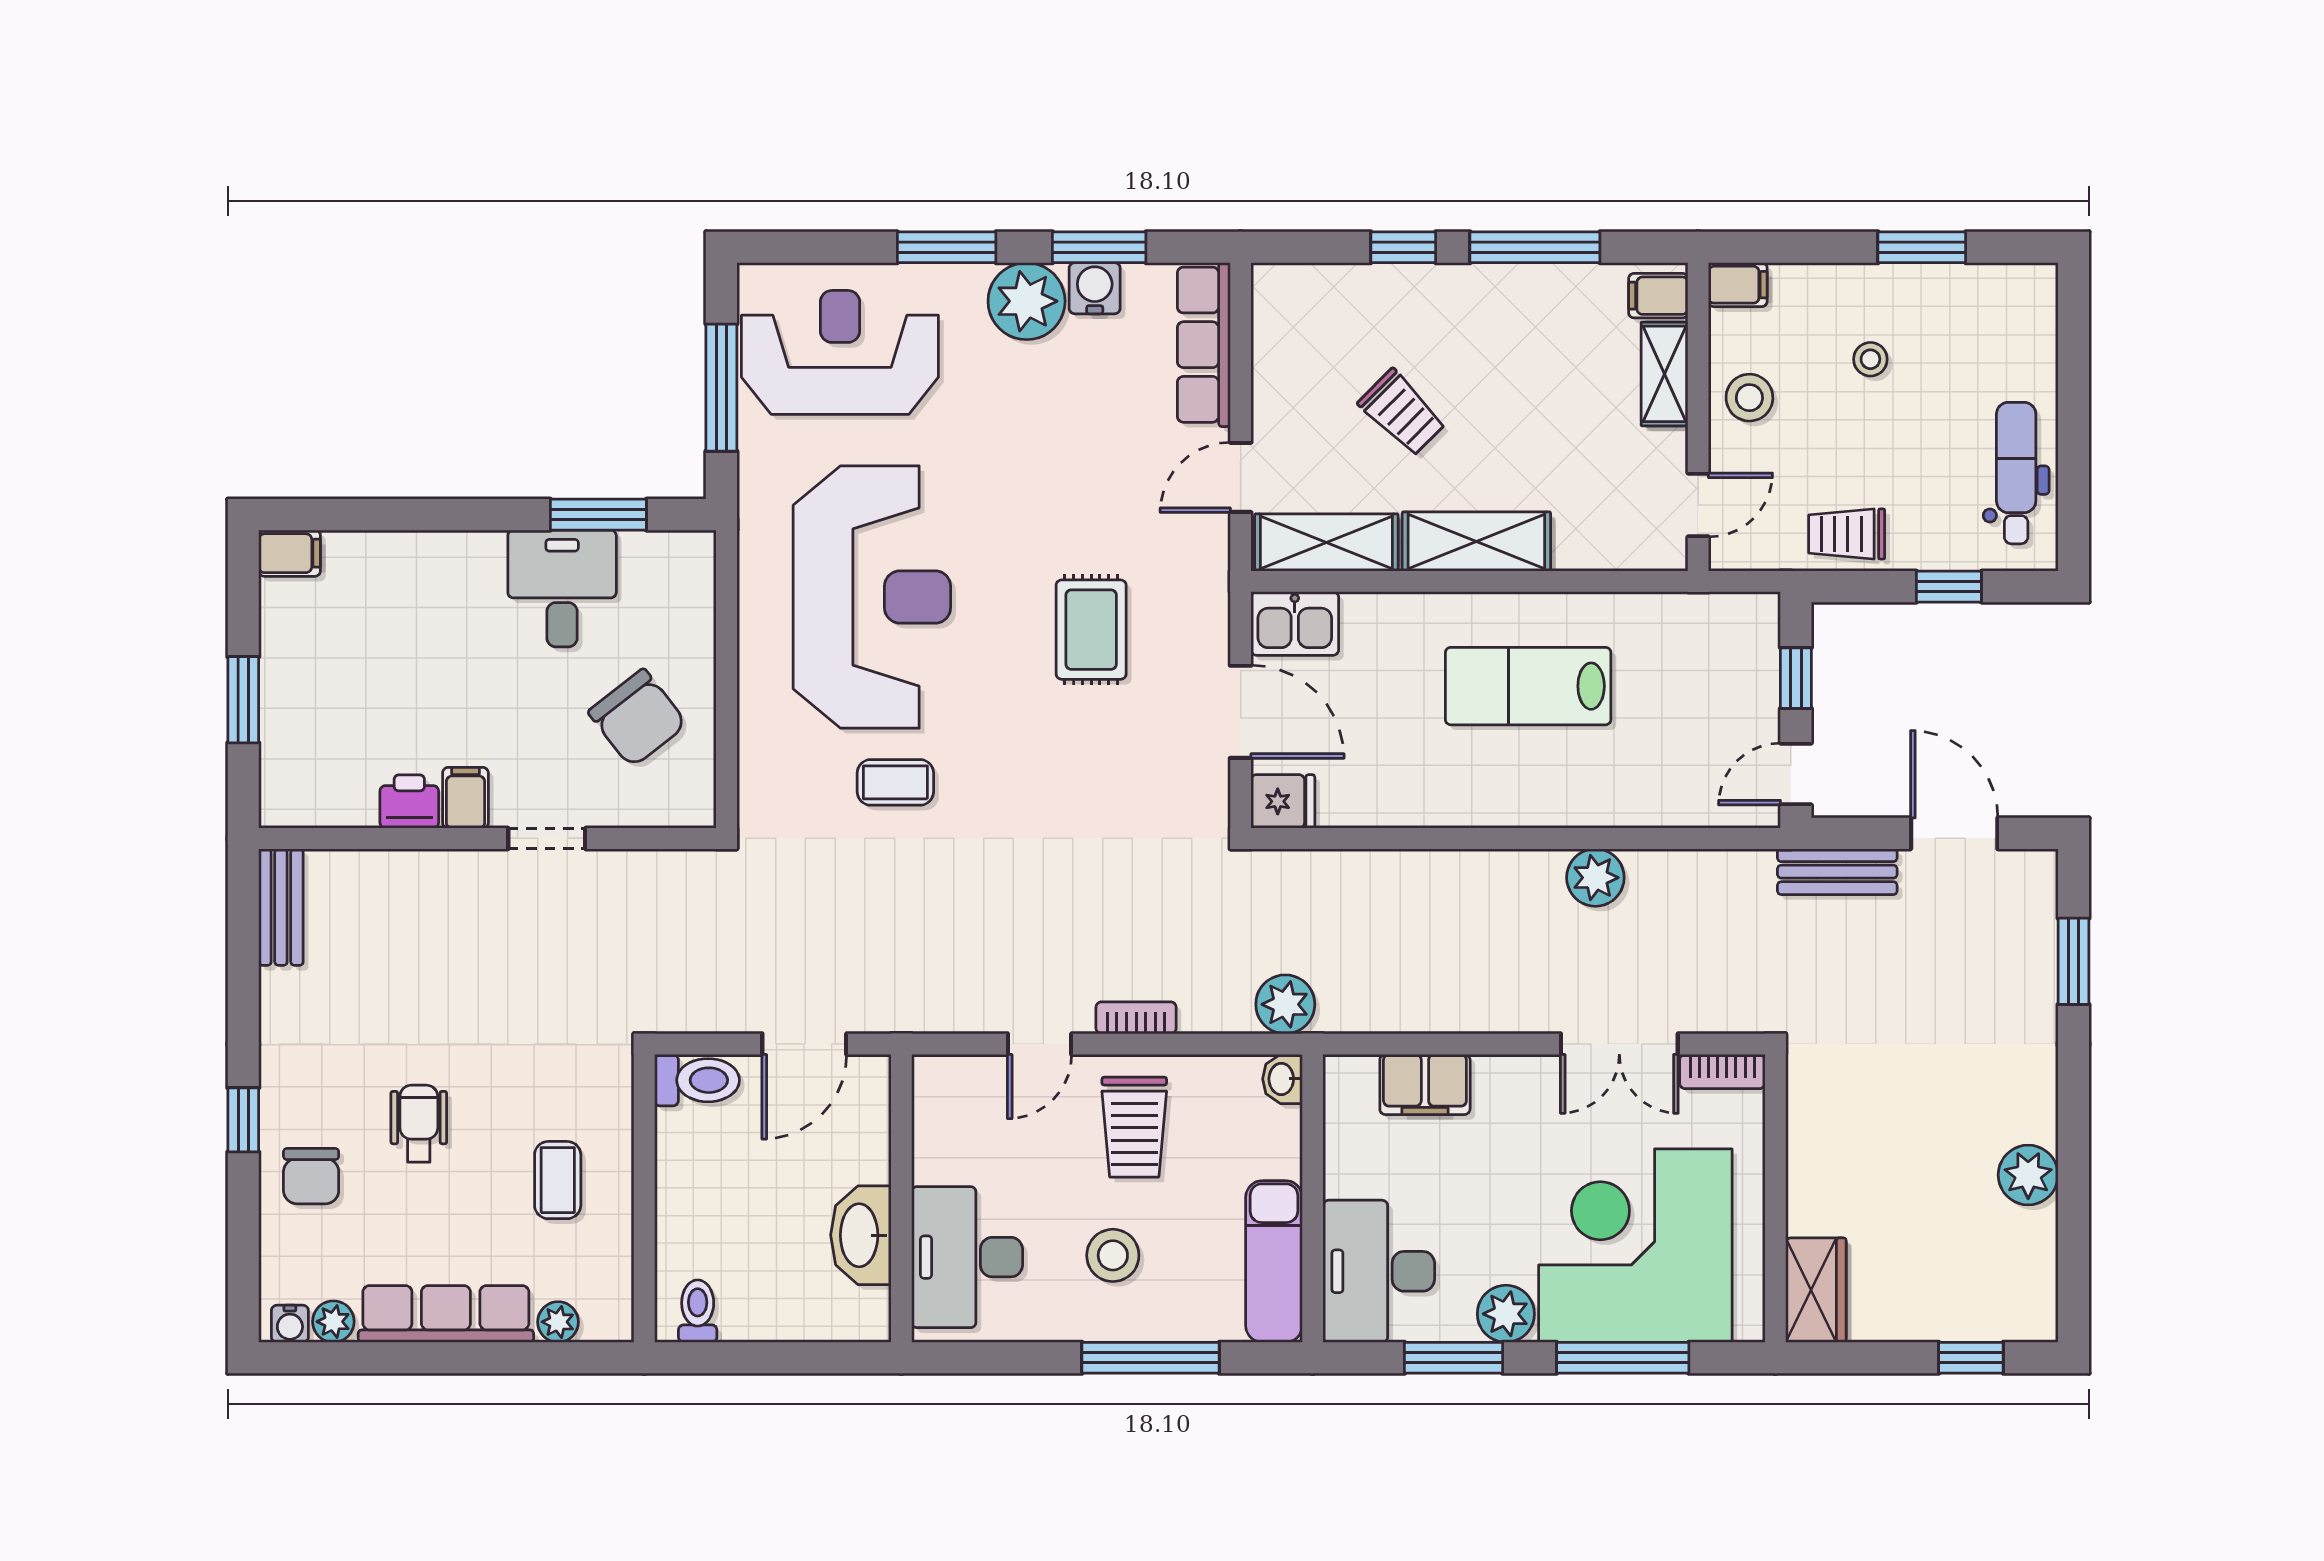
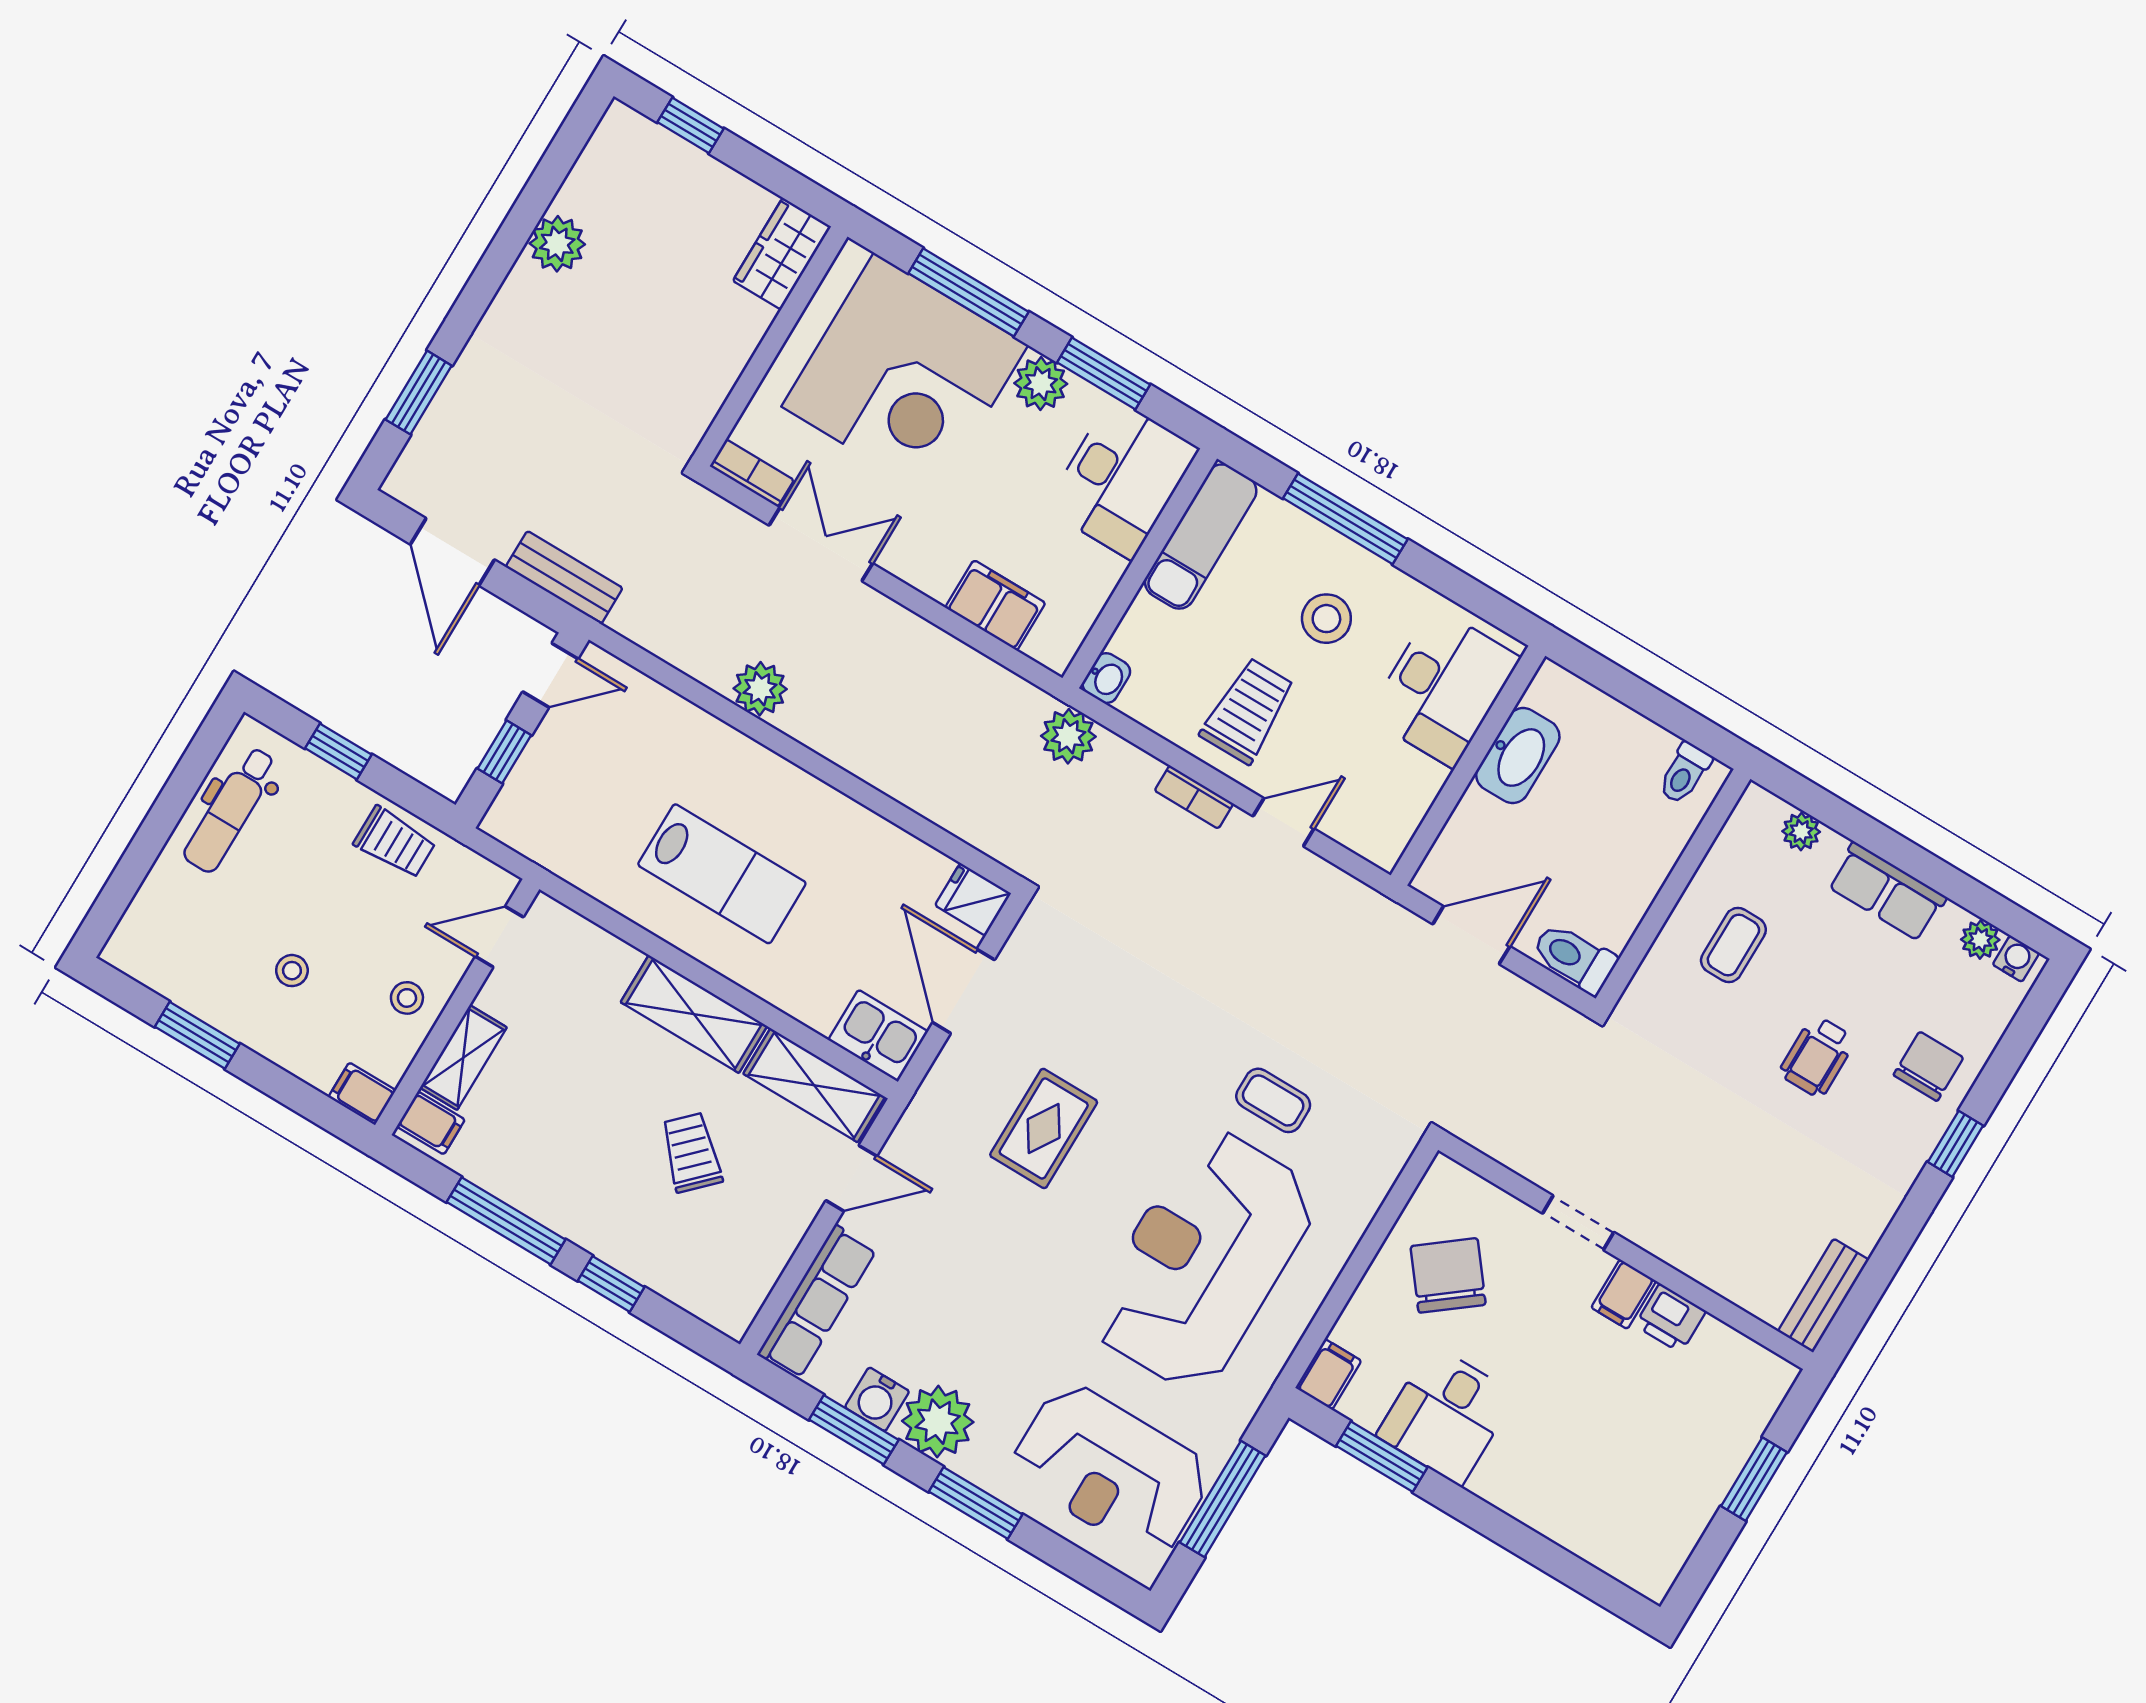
stool: (1749, 398) -> (407, 998), width x0.73, depth x0.73
filing cabinet: (290, 553) -> (1328, 1374), moved, turned 90
row of seats: (446, 1314) -> (1887, 892), width x0.68

